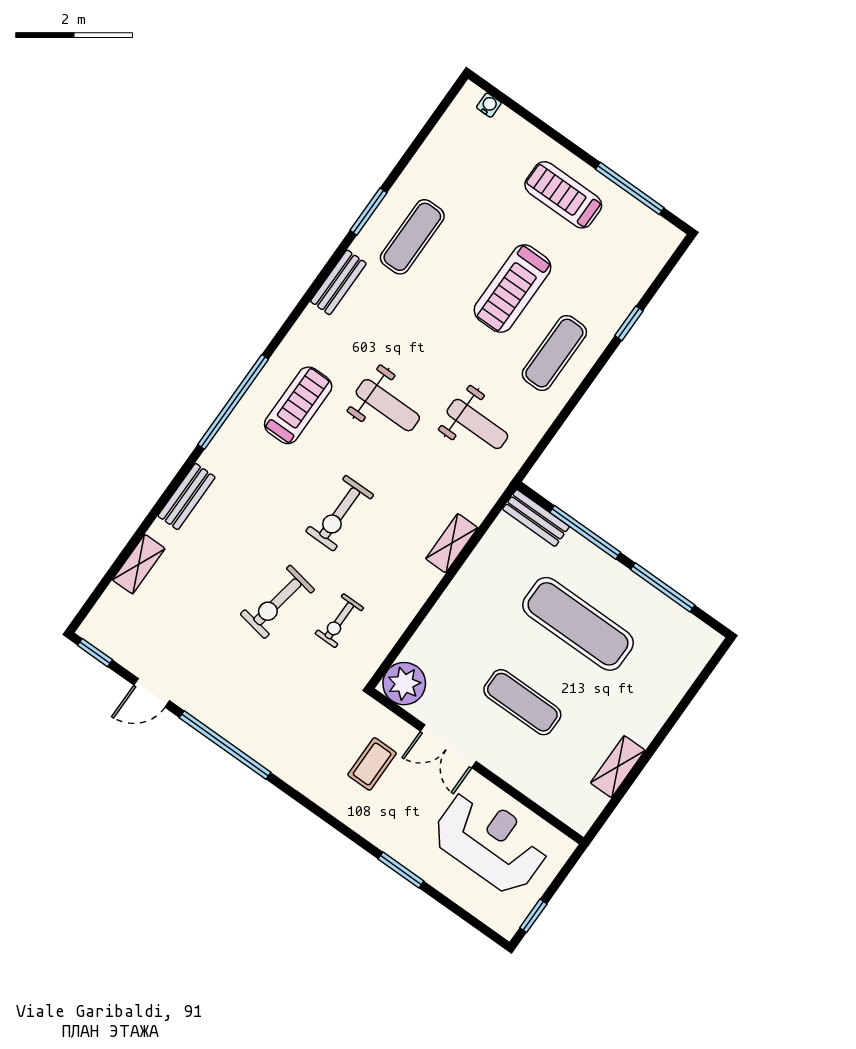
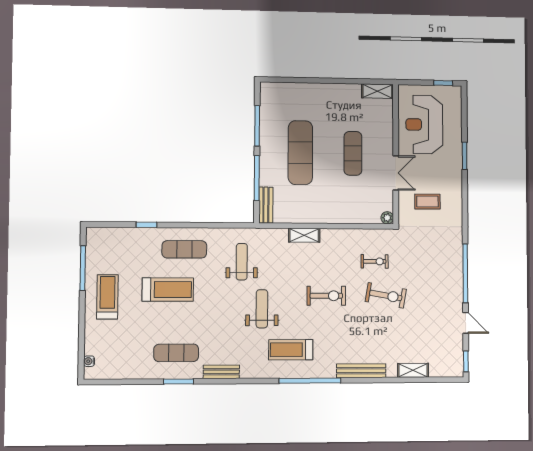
treadmill: (563, 195) -> (107, 297), turned 180
bench: (187, 497) -> (361, 371), width x1.36
plant: (404, 684) -> (387, 218), width x0.53, depth x0.53
shelving: (618, 767) -> (377, 91), moved

